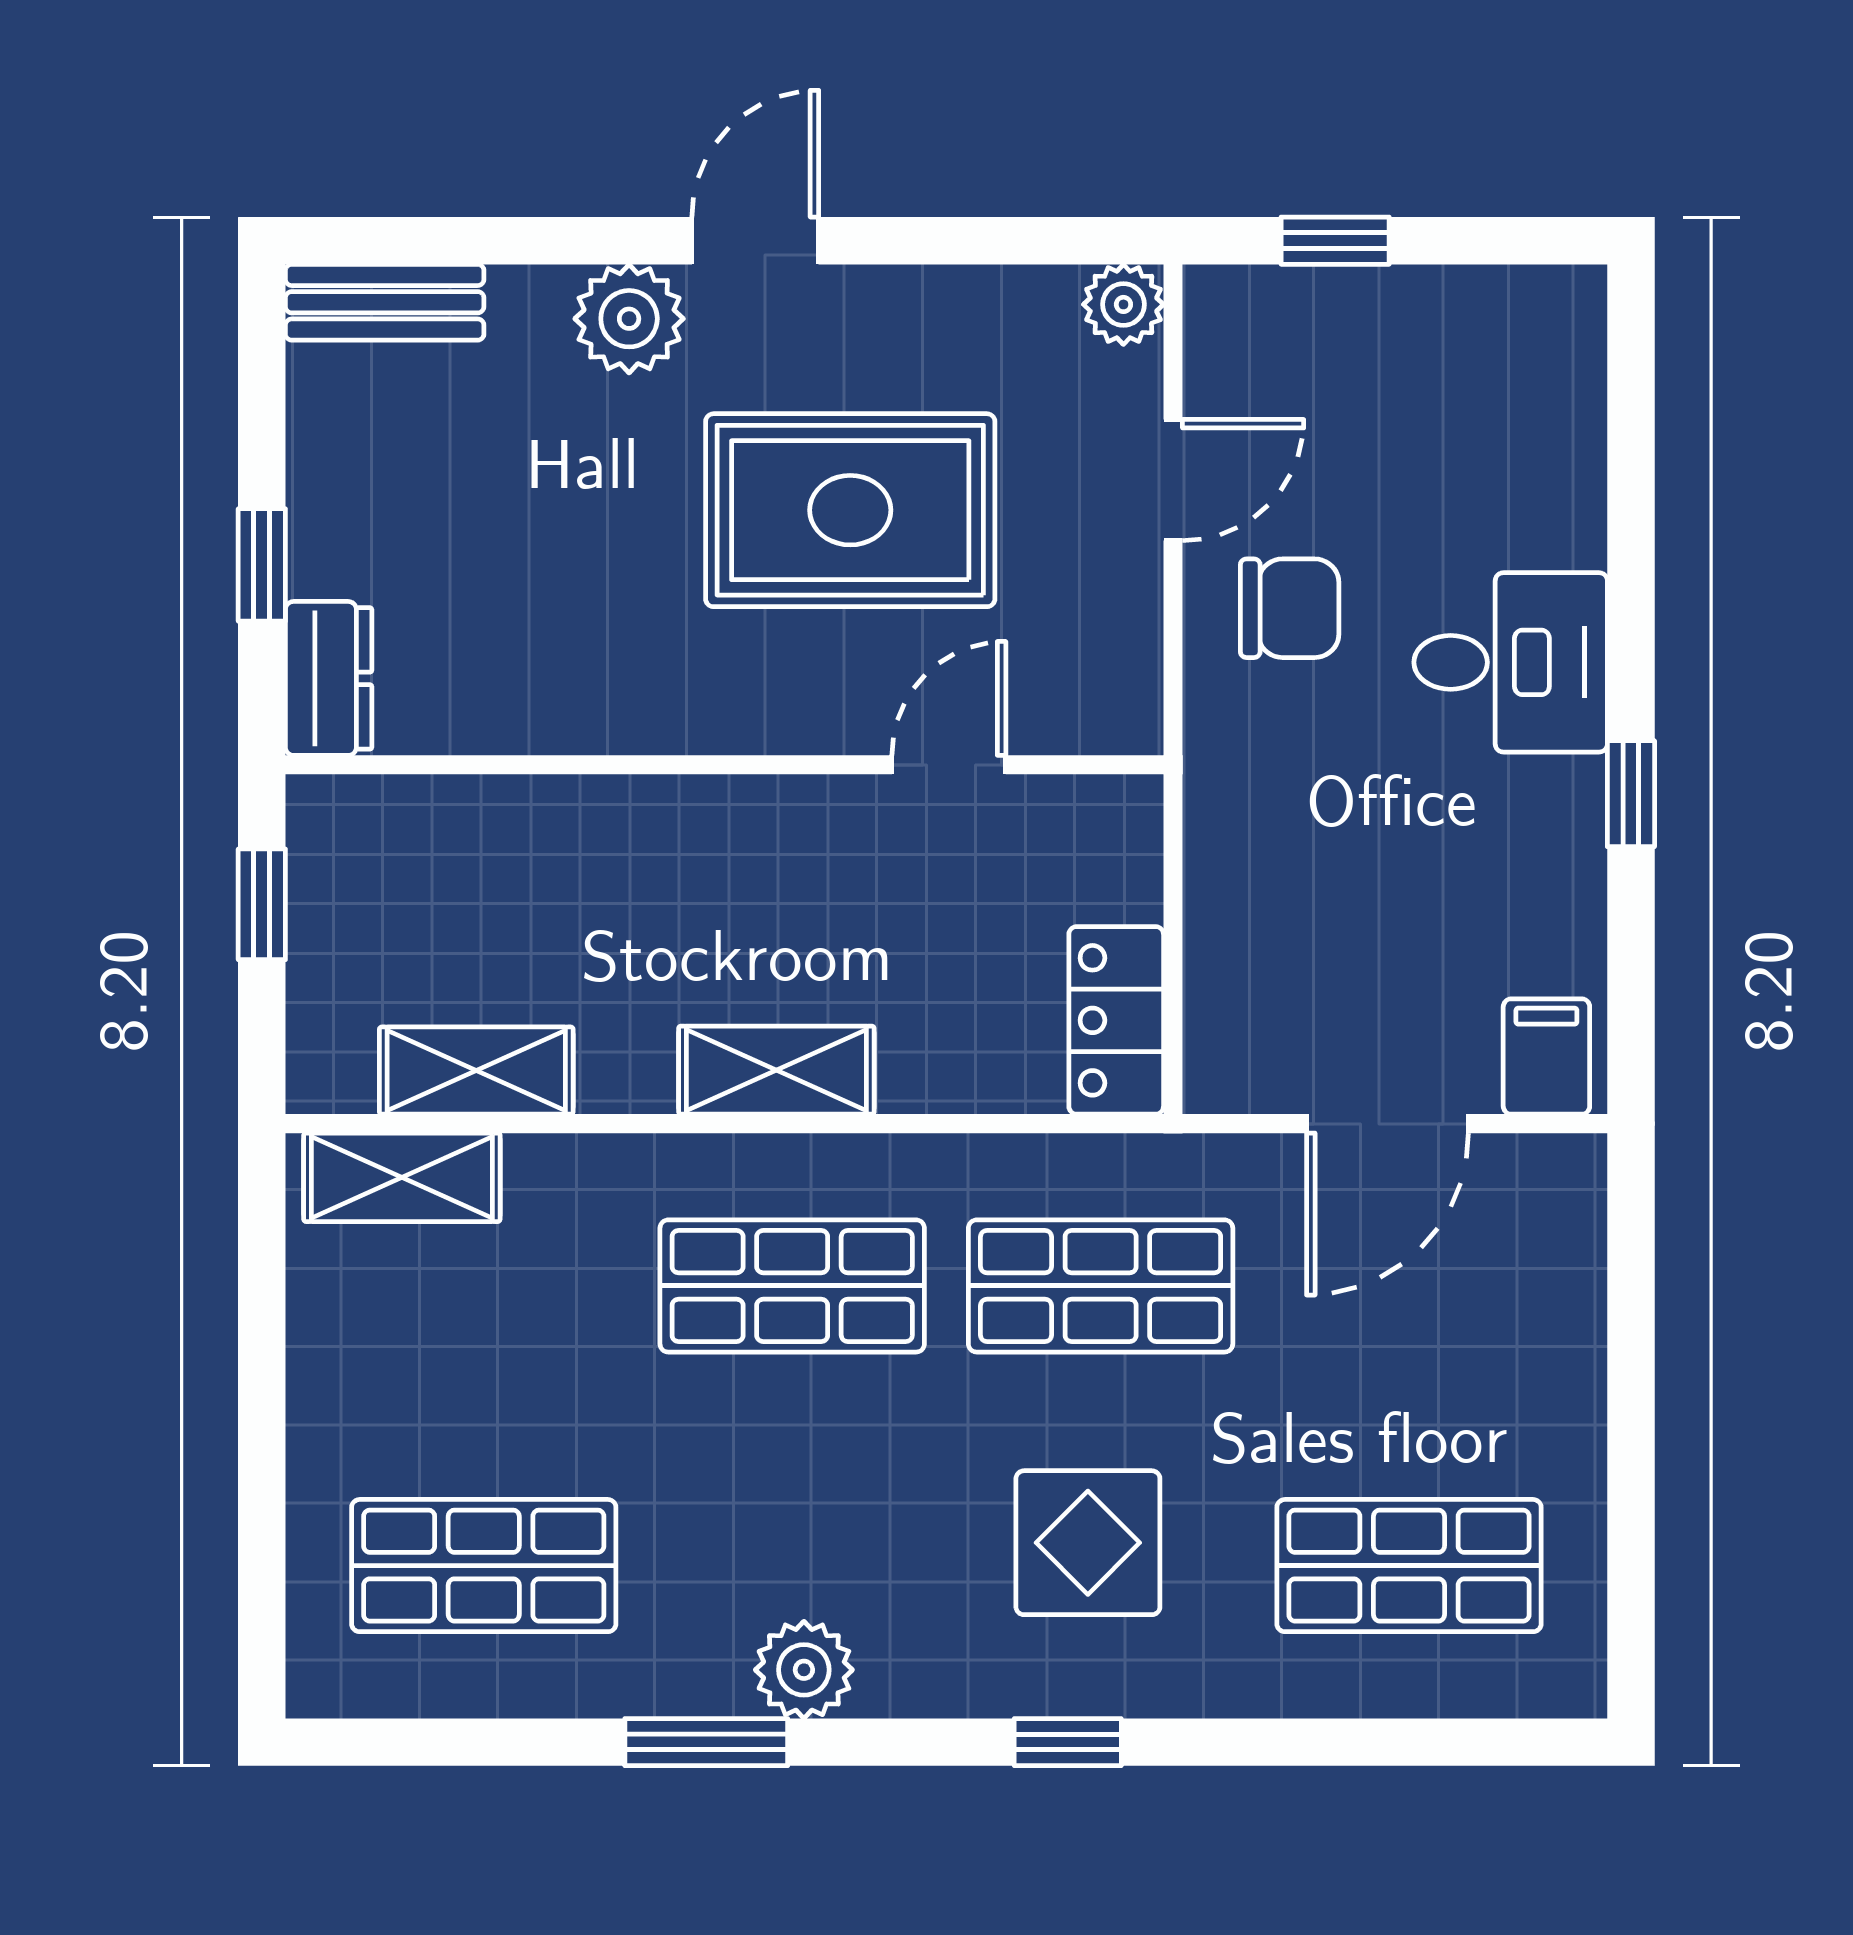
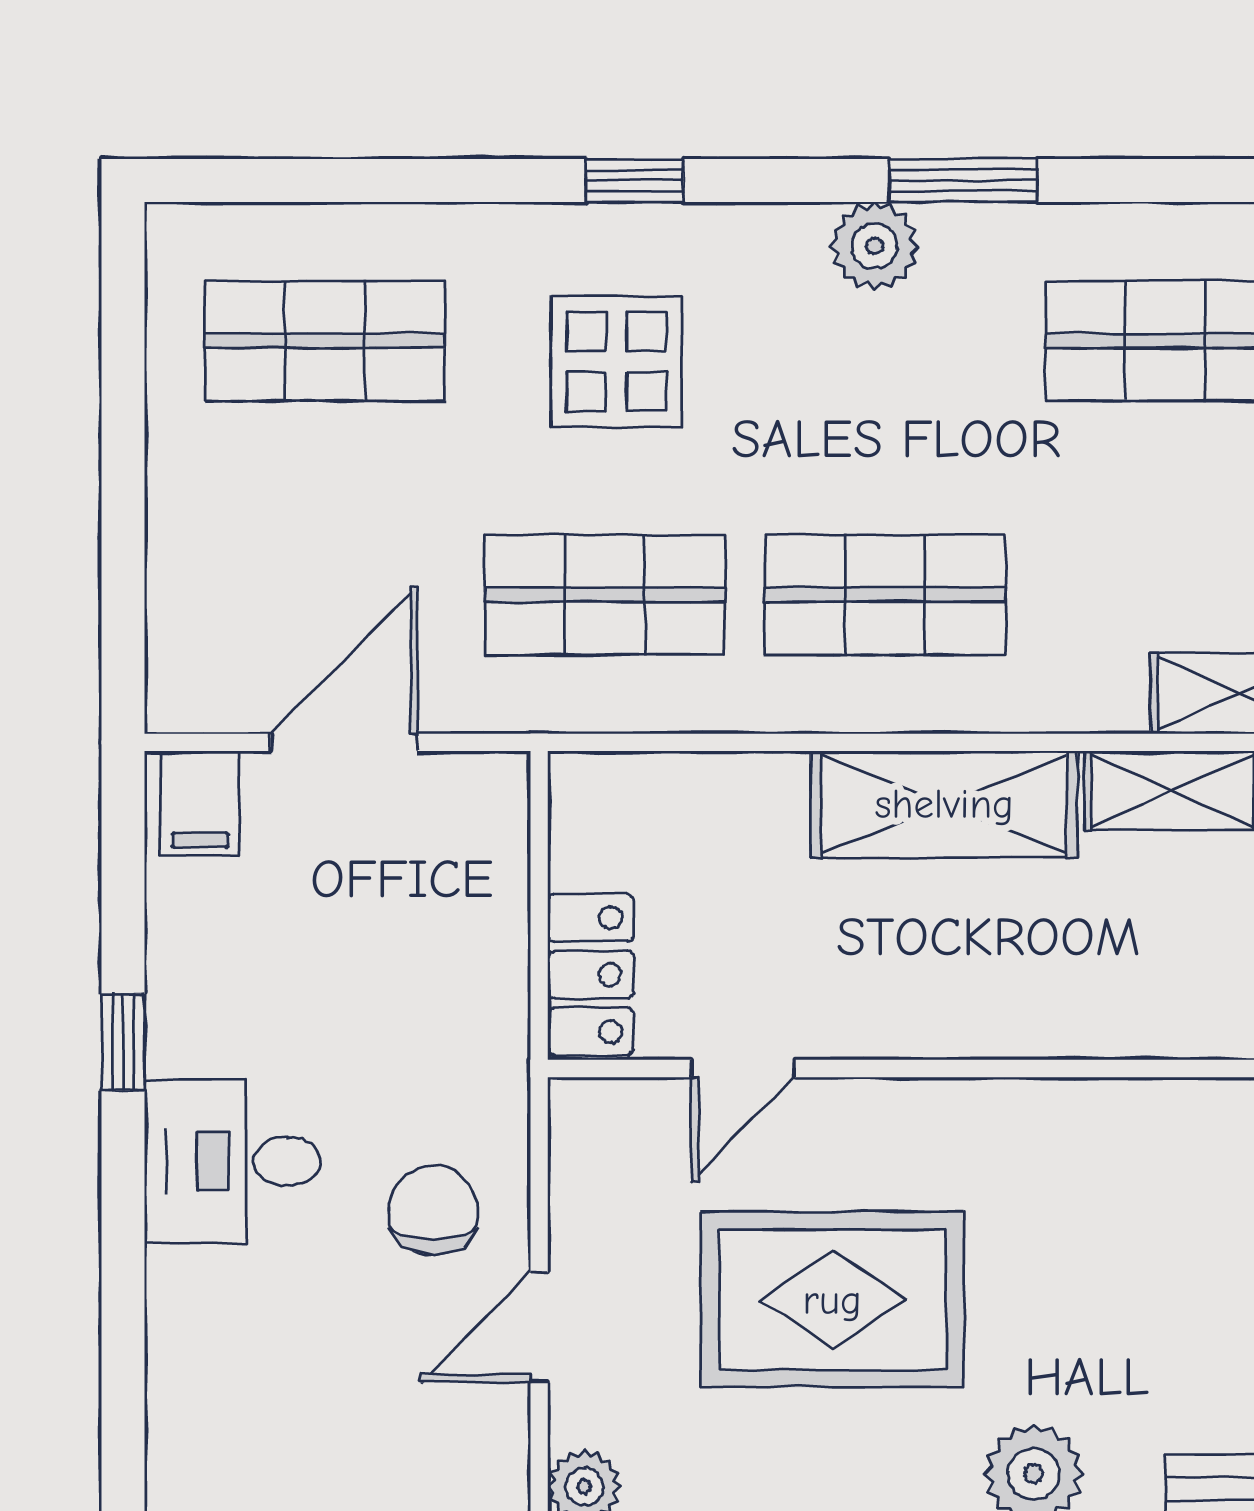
chair: (1290, 608) -> (433, 1211), turned 90
locker: (1116, 1020) -> (591, 975), moved
shelving: (776, 1070) -> (944, 804), width x1.50, depth x1.33

